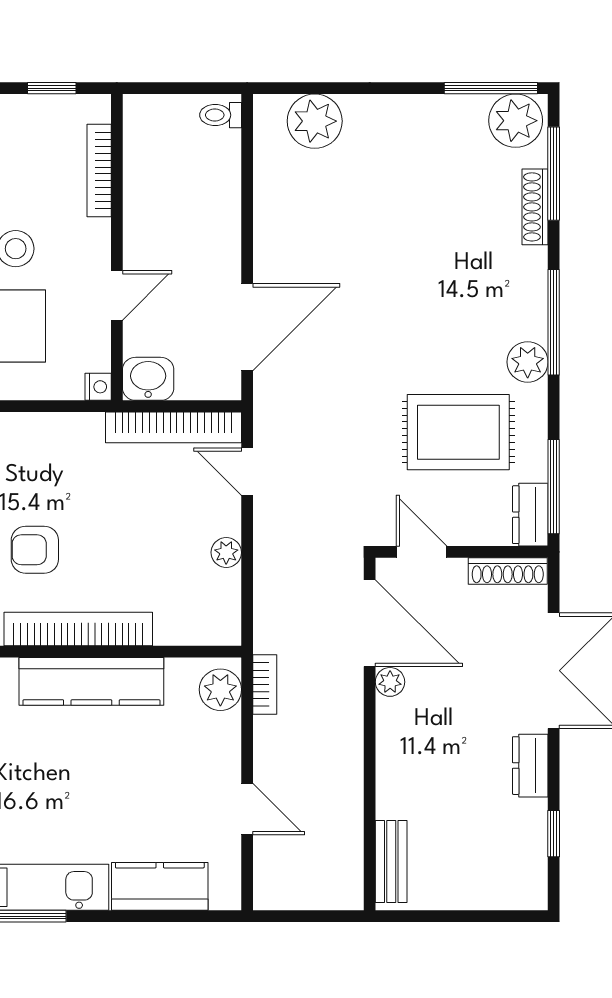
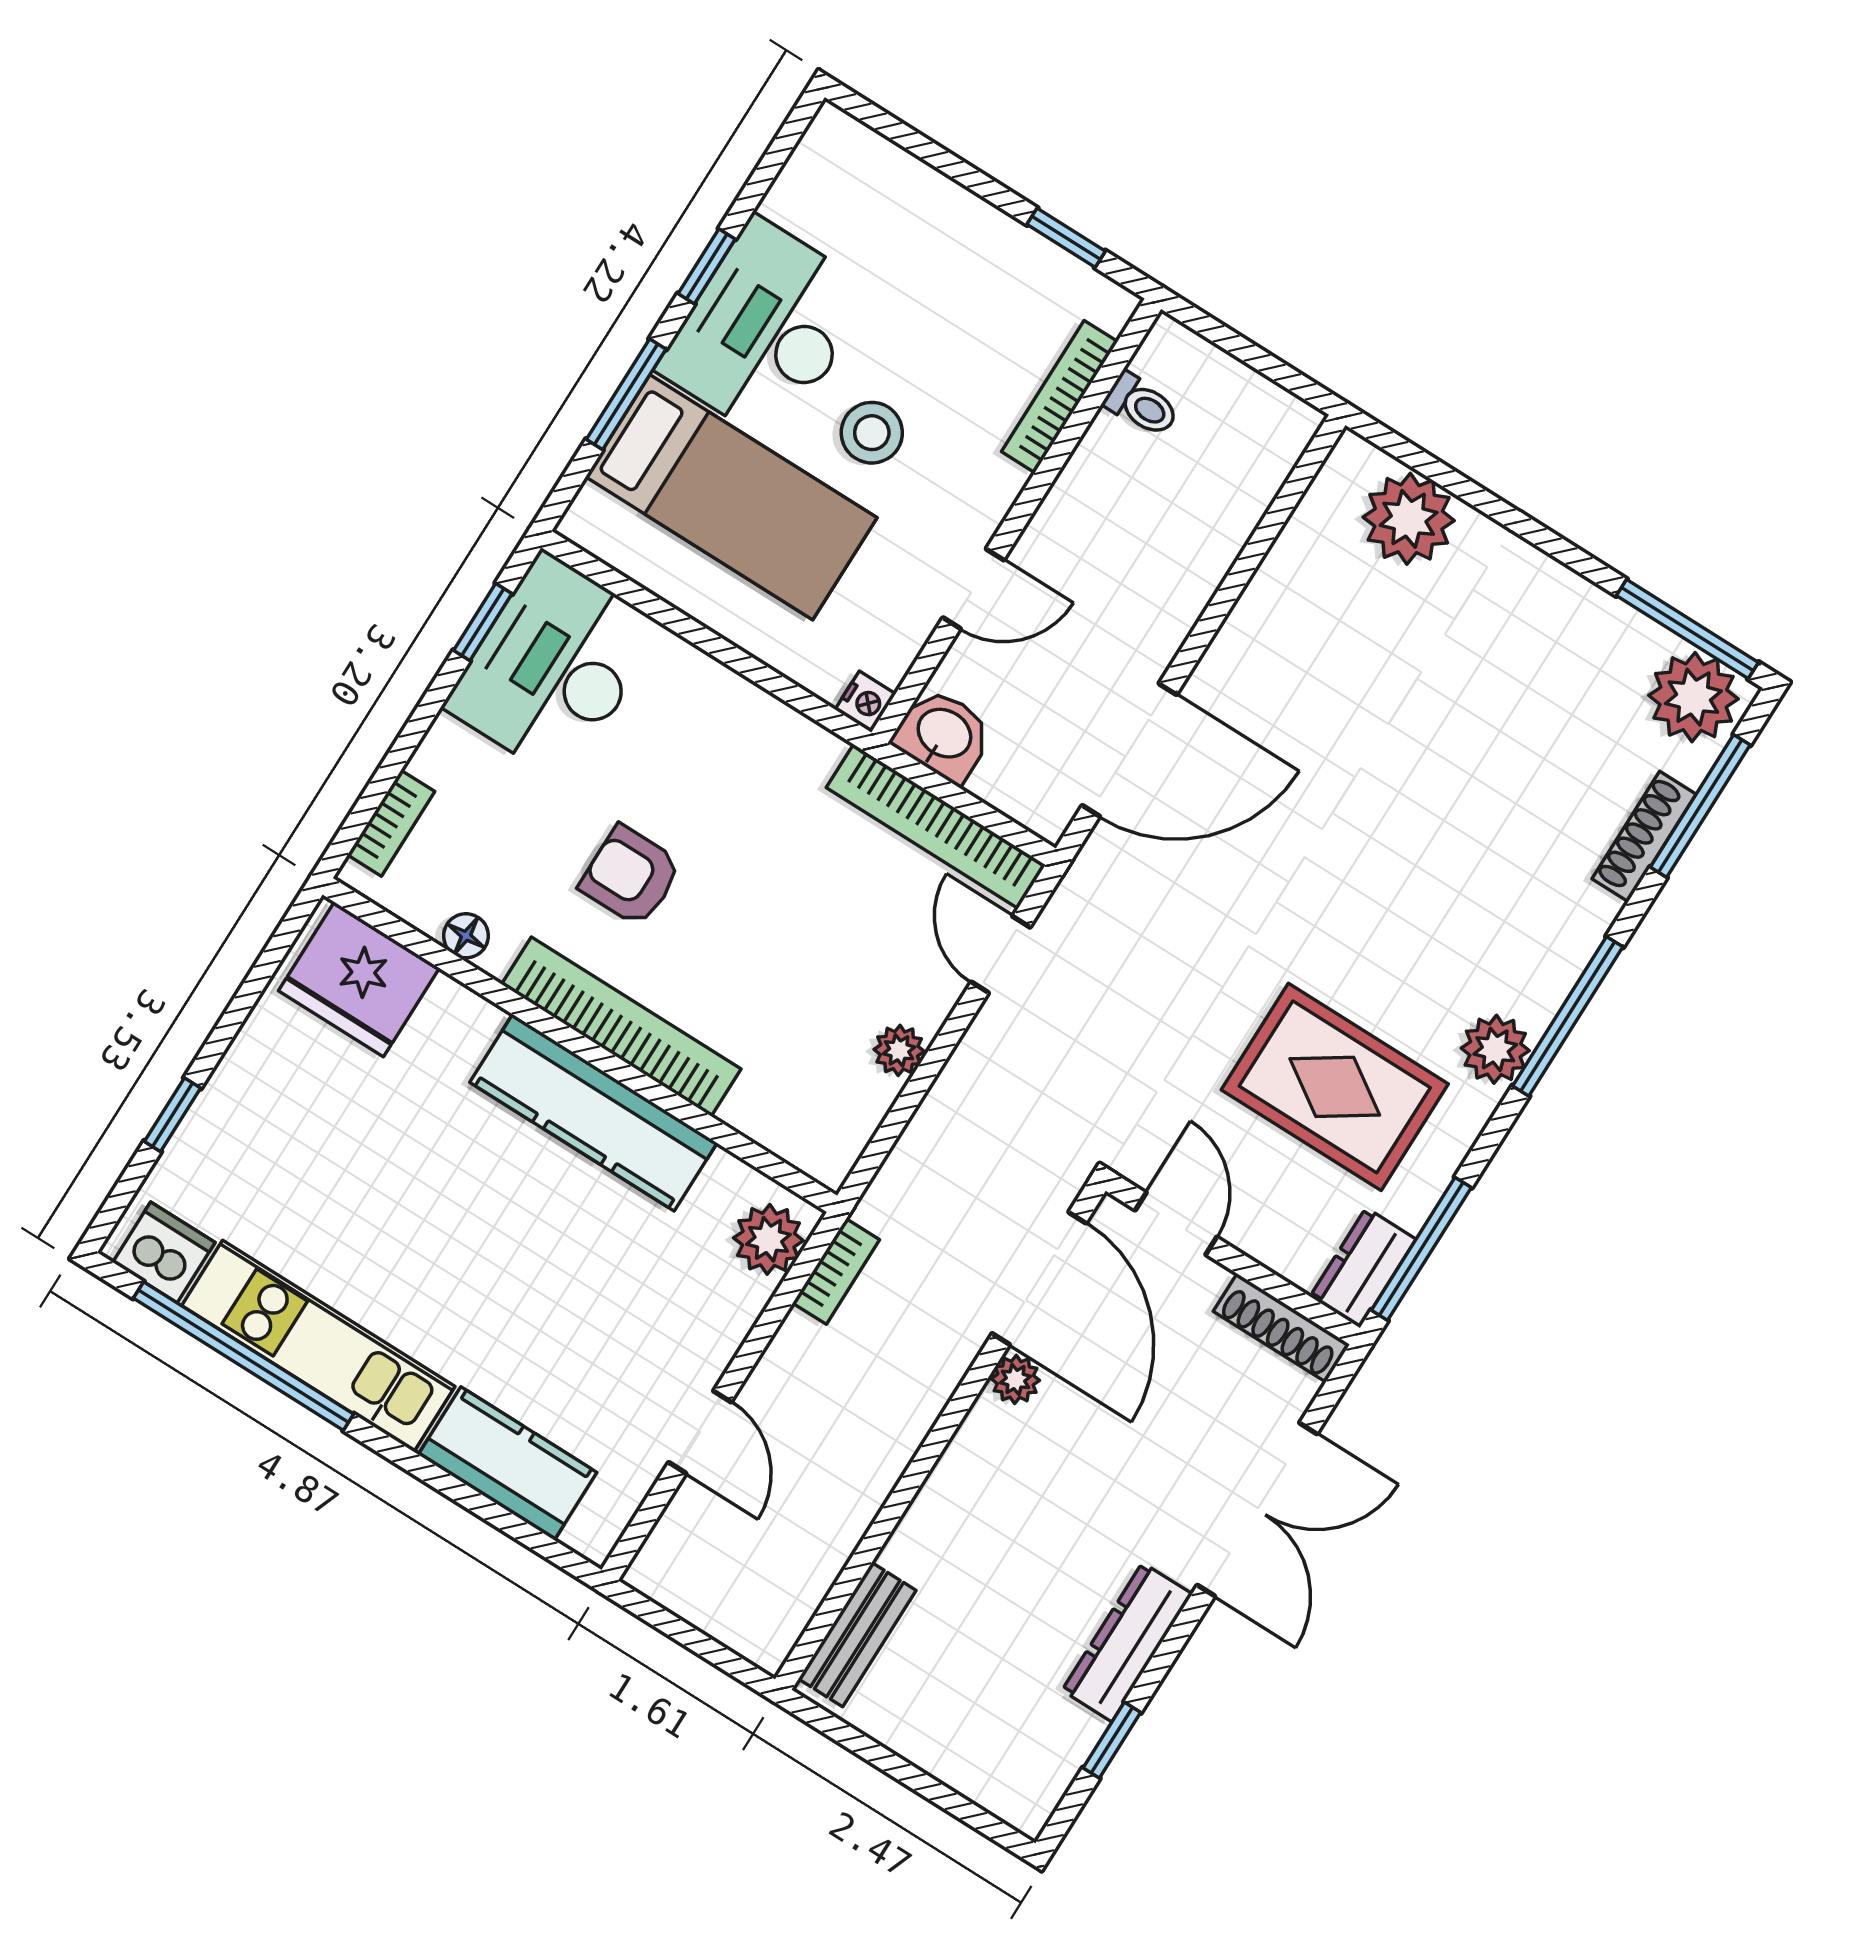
toilet: (221, 115) -> (1142, 405), moved, turned 180
dresser: (530, 766) -> (1127, 1642), width x1.44

